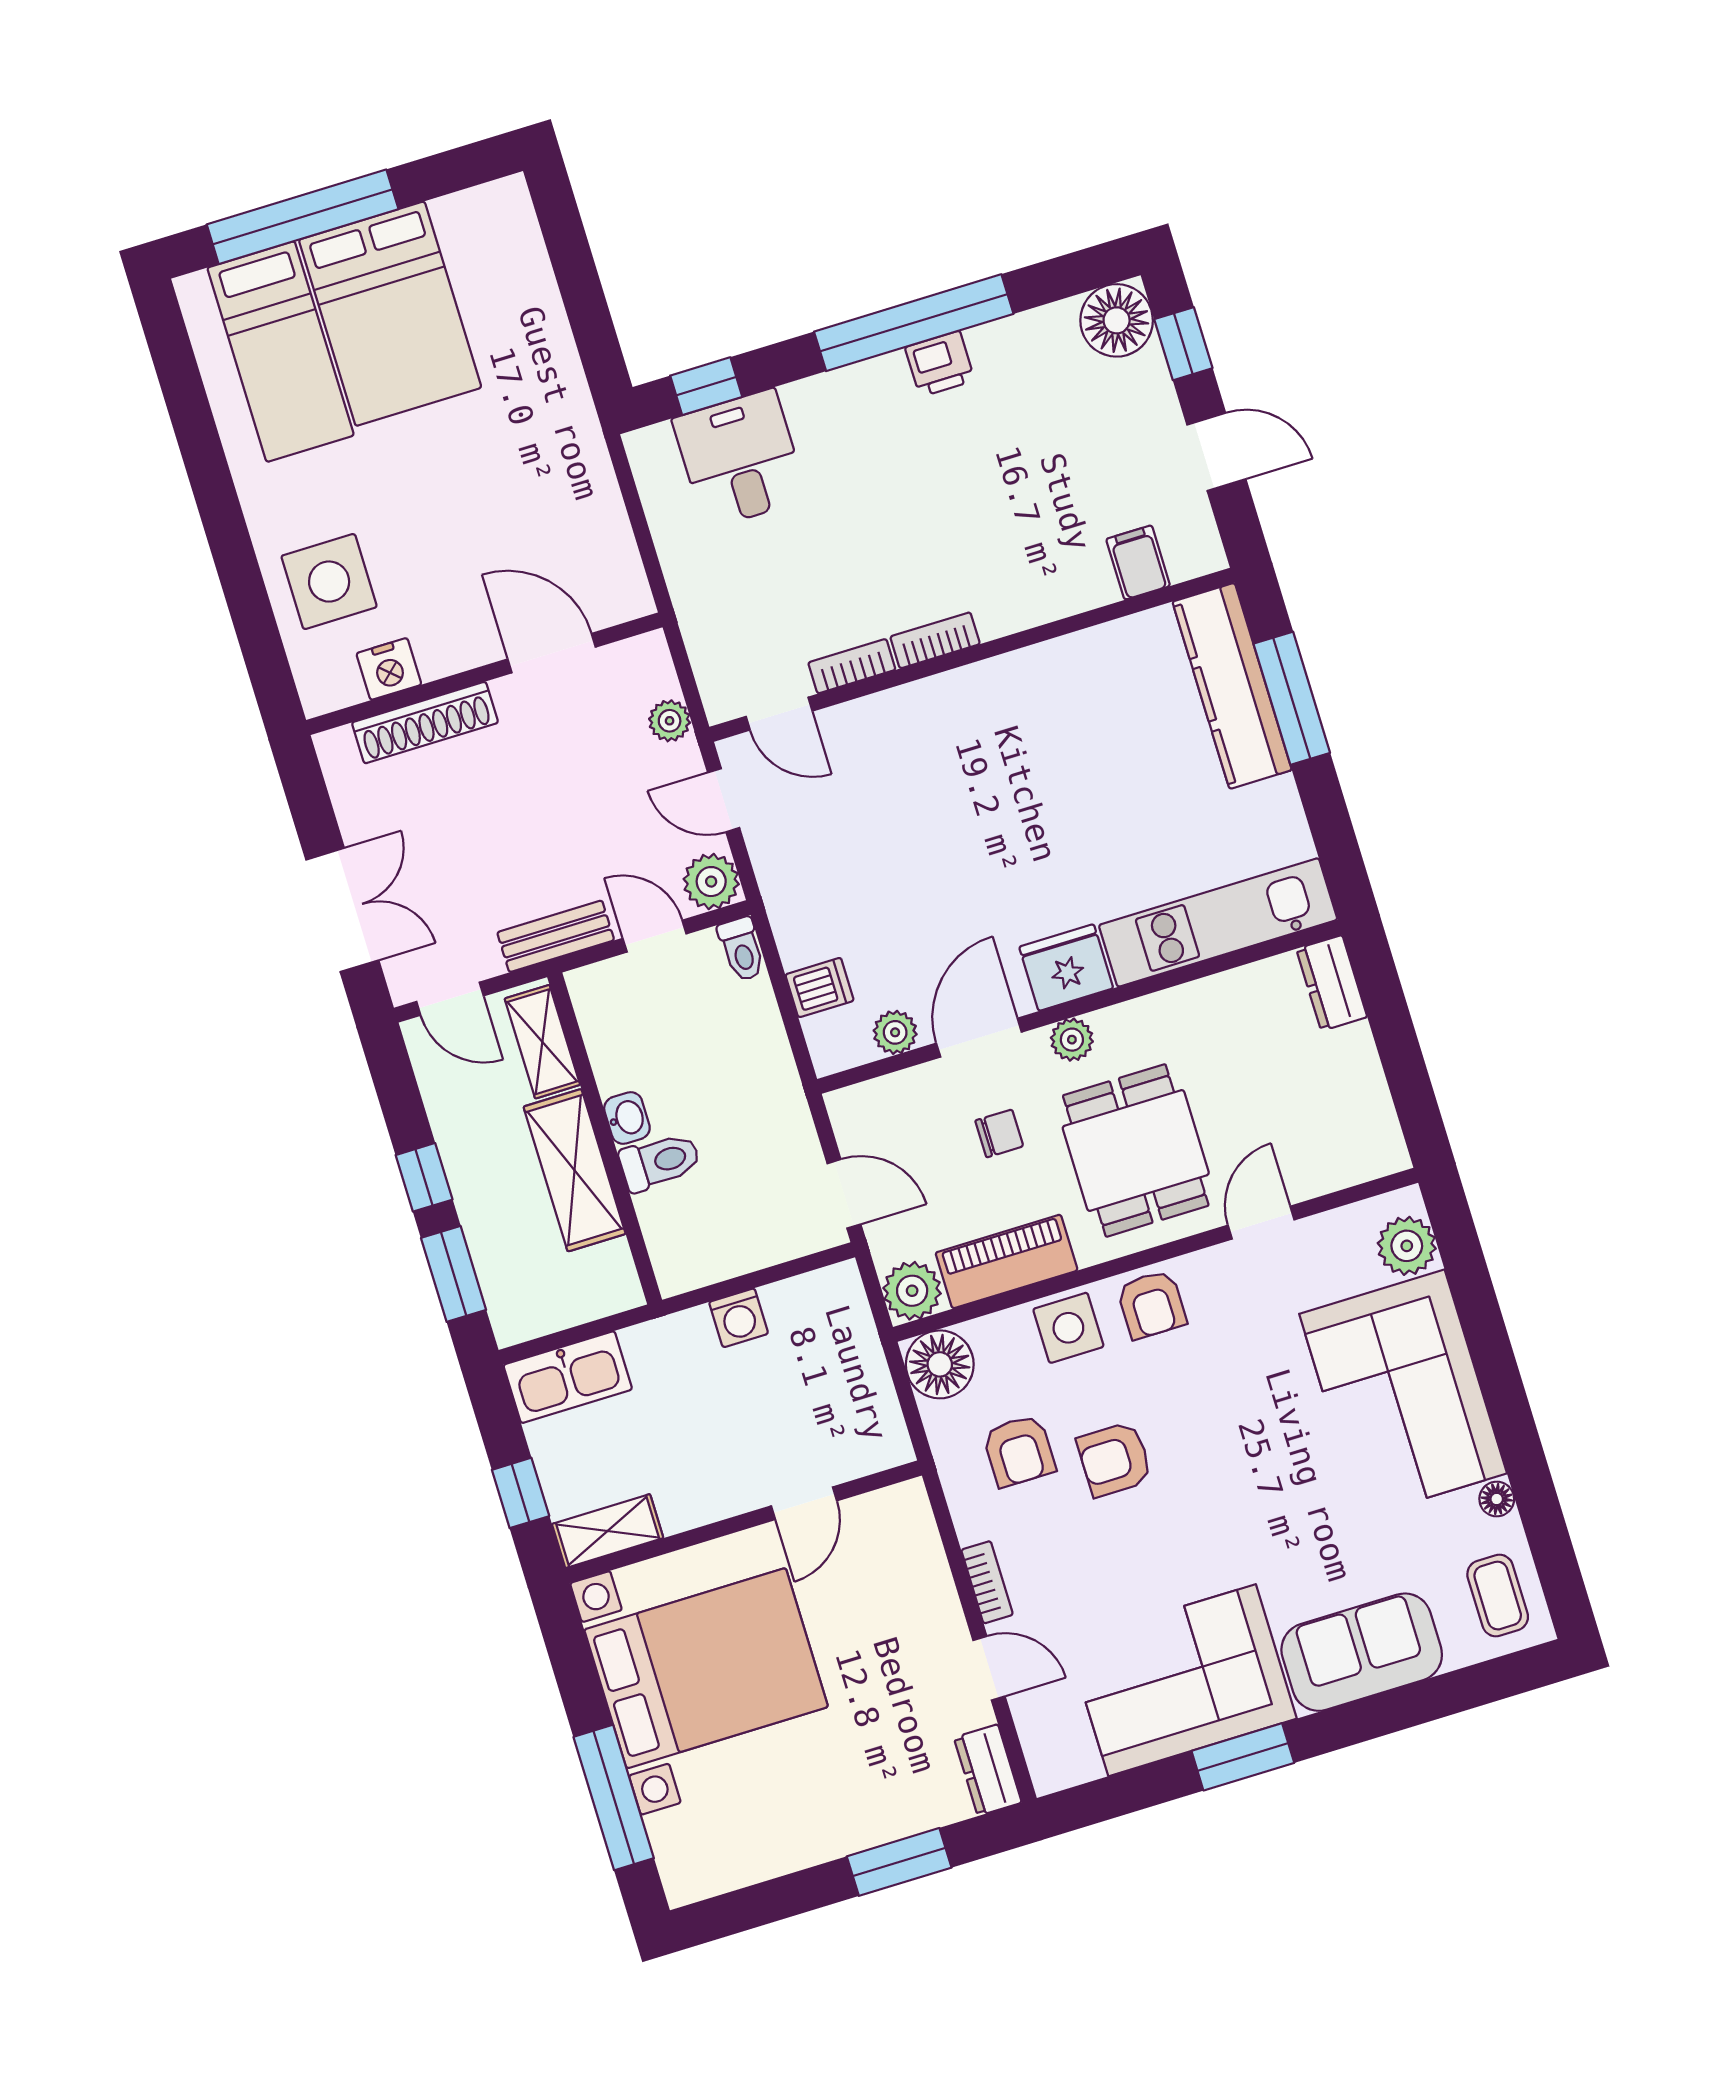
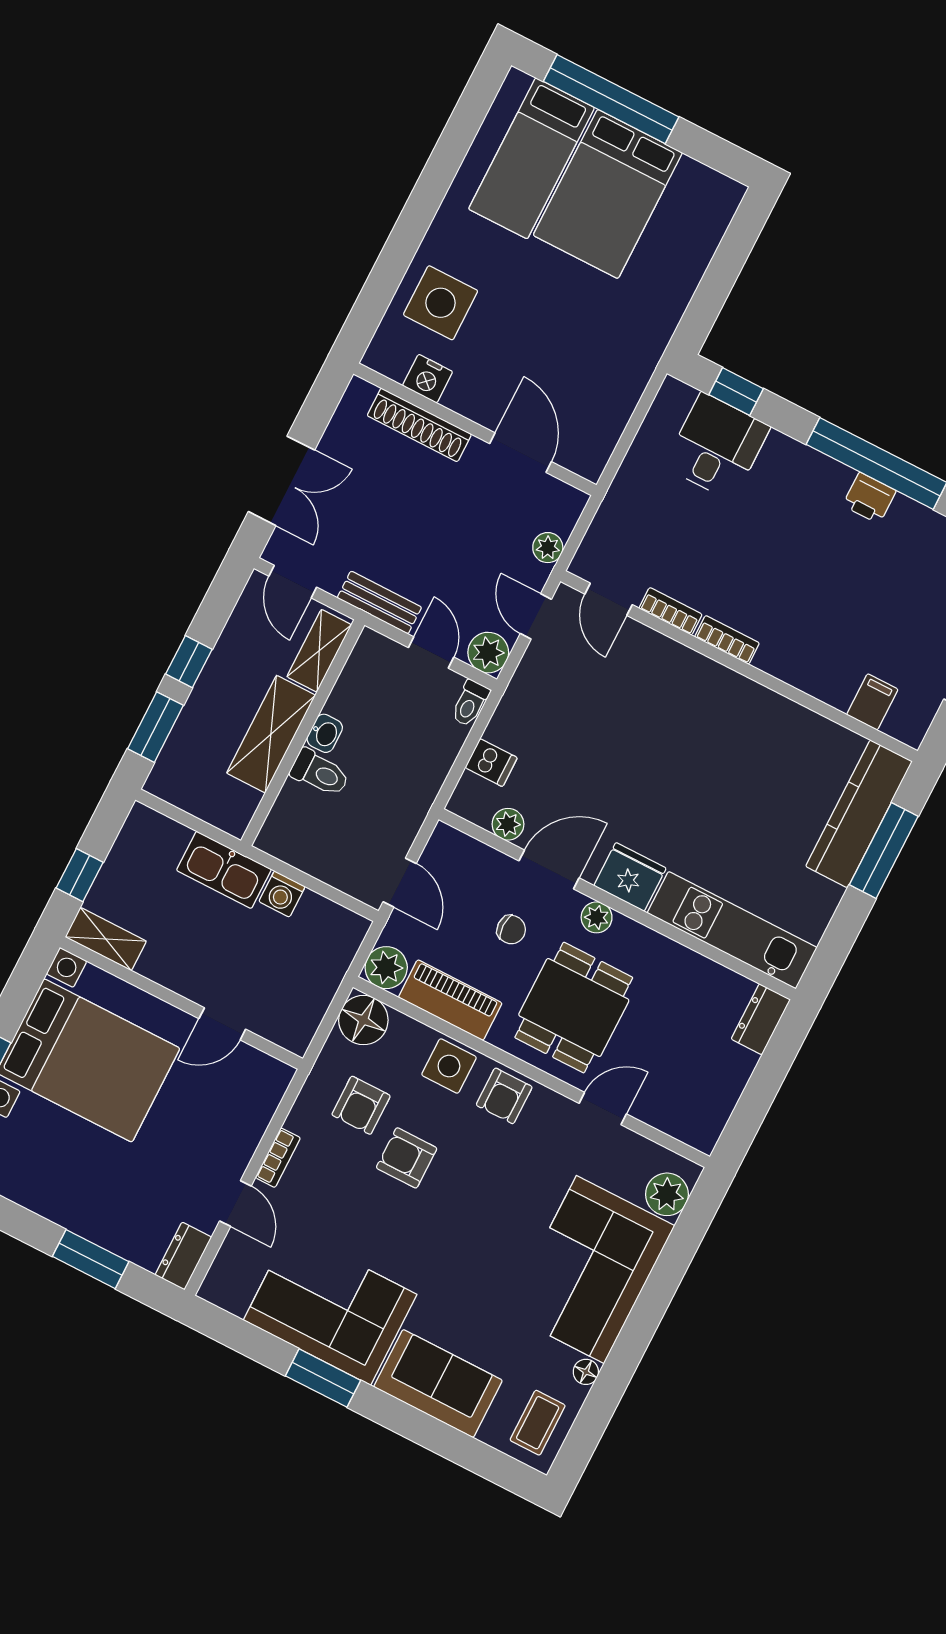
kitchen sink: (568, 1377) -> (224, 870), moved

